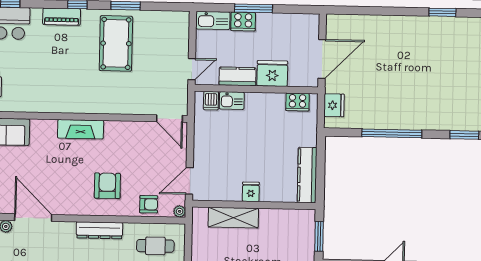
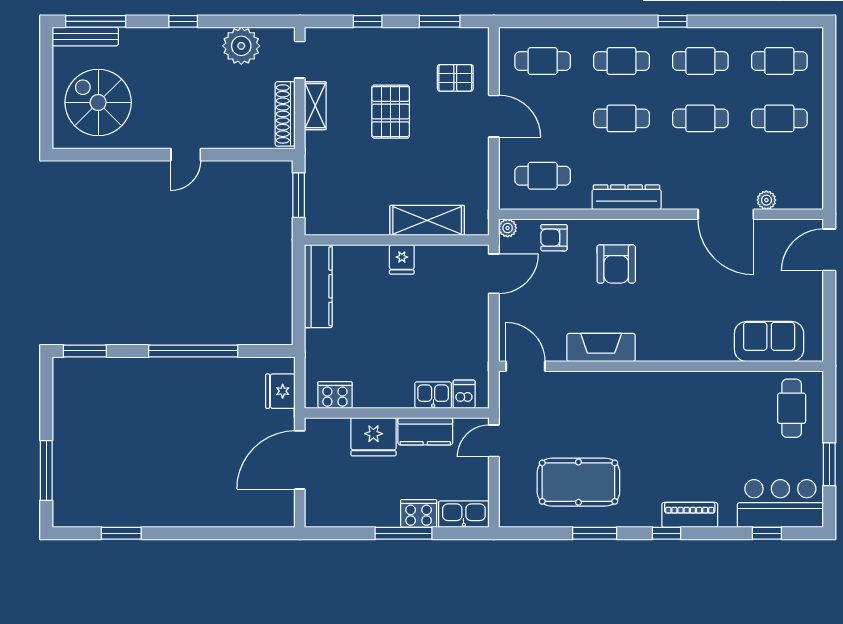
pool table: (116, 43) -> (578, 482), moved, turned 90
fireplace: (81, 129) -> (601, 347), moved

